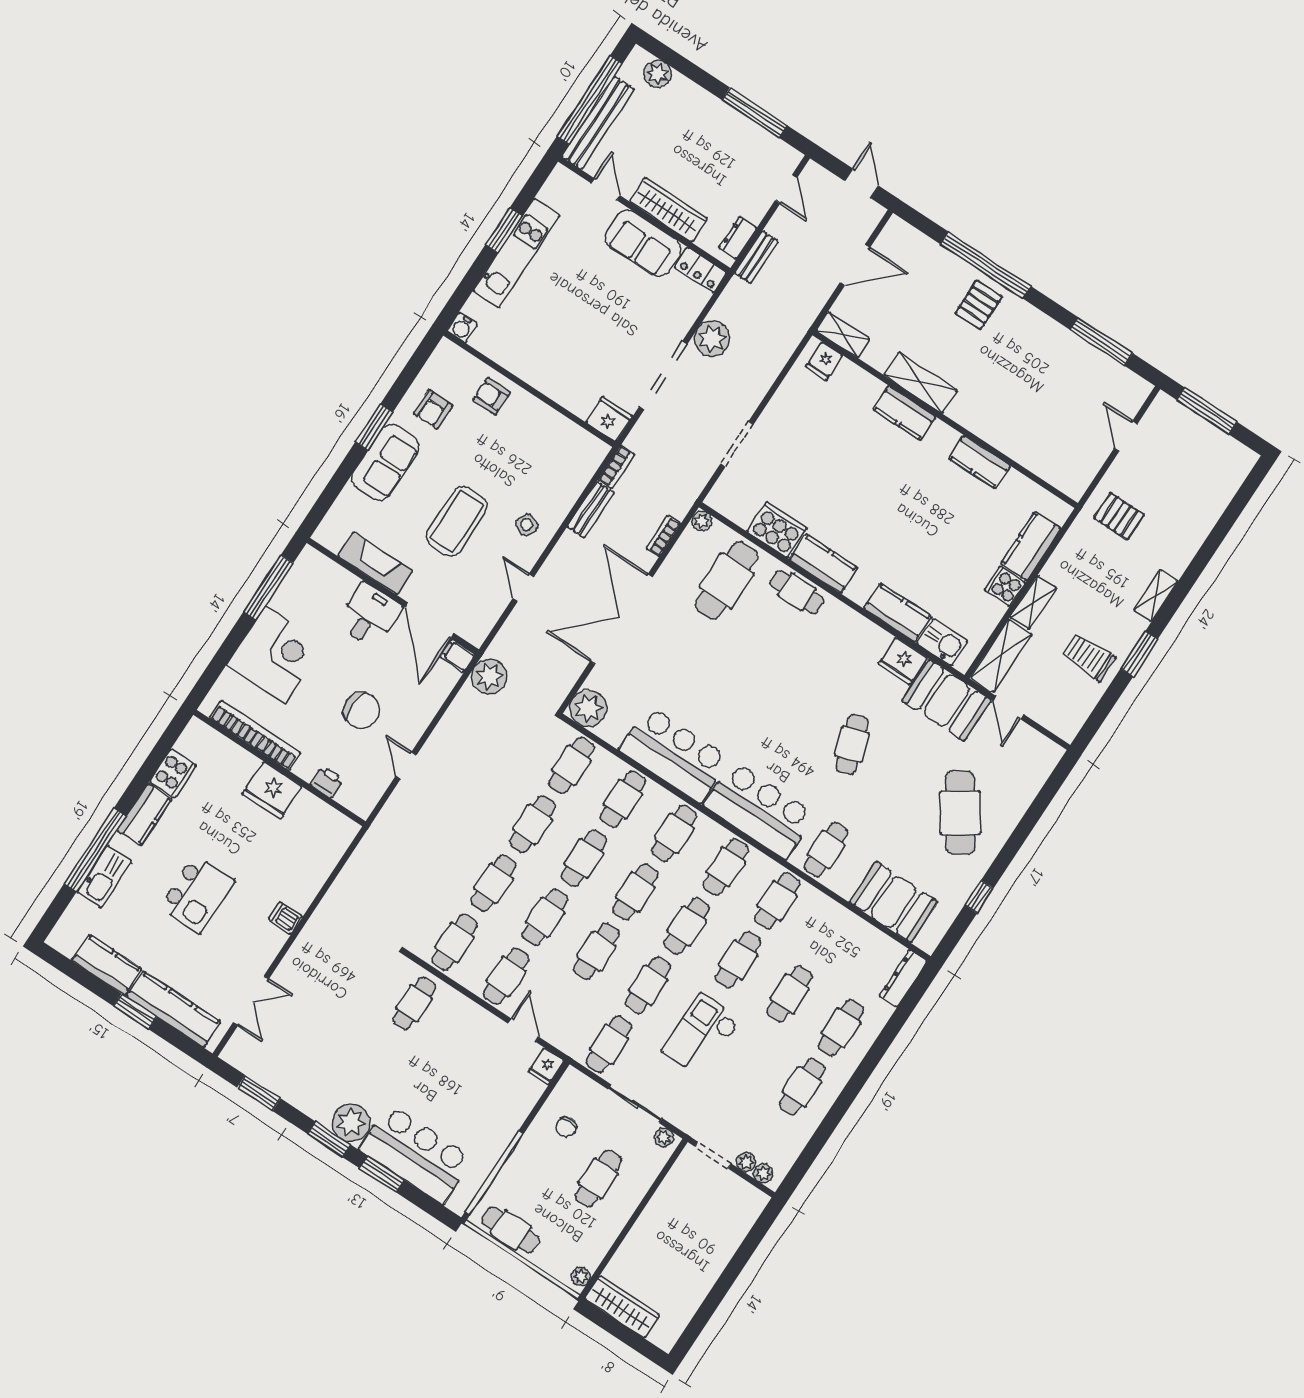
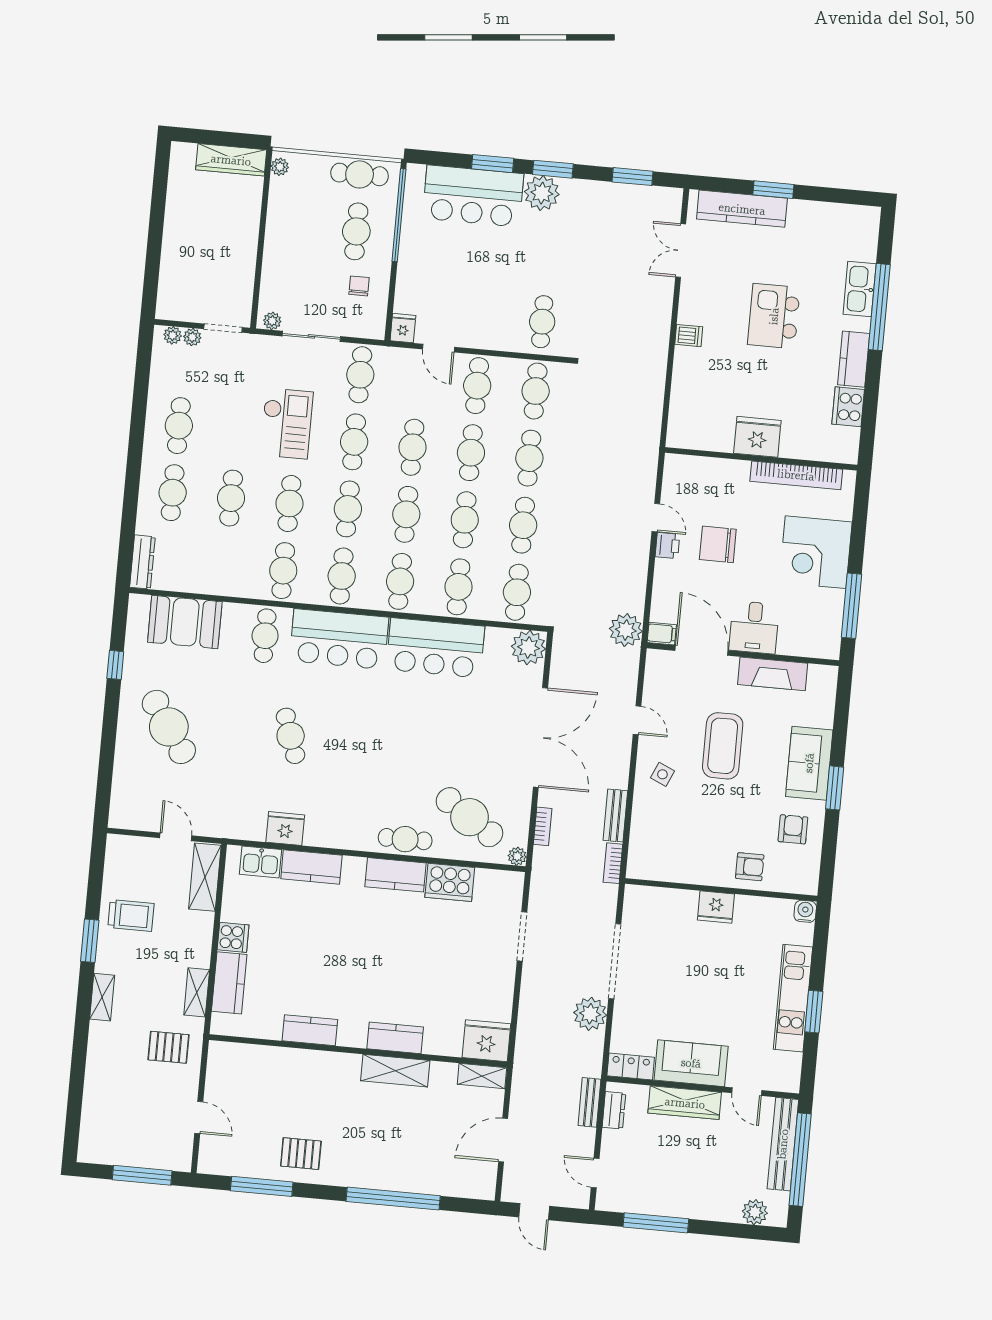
pallet: (979, 305) -> (301, 1154), moved, turned 90
fridge: (824, 361) -> (486, 1041), width x1.88, depth x1.34
fridge: (609, 419) -> (716, 907), moved
cafe table: (727, 581) -> (469, 817), turned -56
shelving: (1033, 603) -> (197, 992), moved
booth: (946, 700) -> (231, 815), removed
printer: (327, 782) -> (667, 546), moved, turned -90
kitchen counter: (107, 965) -> (818, 216), removed
cafe table: (598, 1178) -> (356, 231), moved

